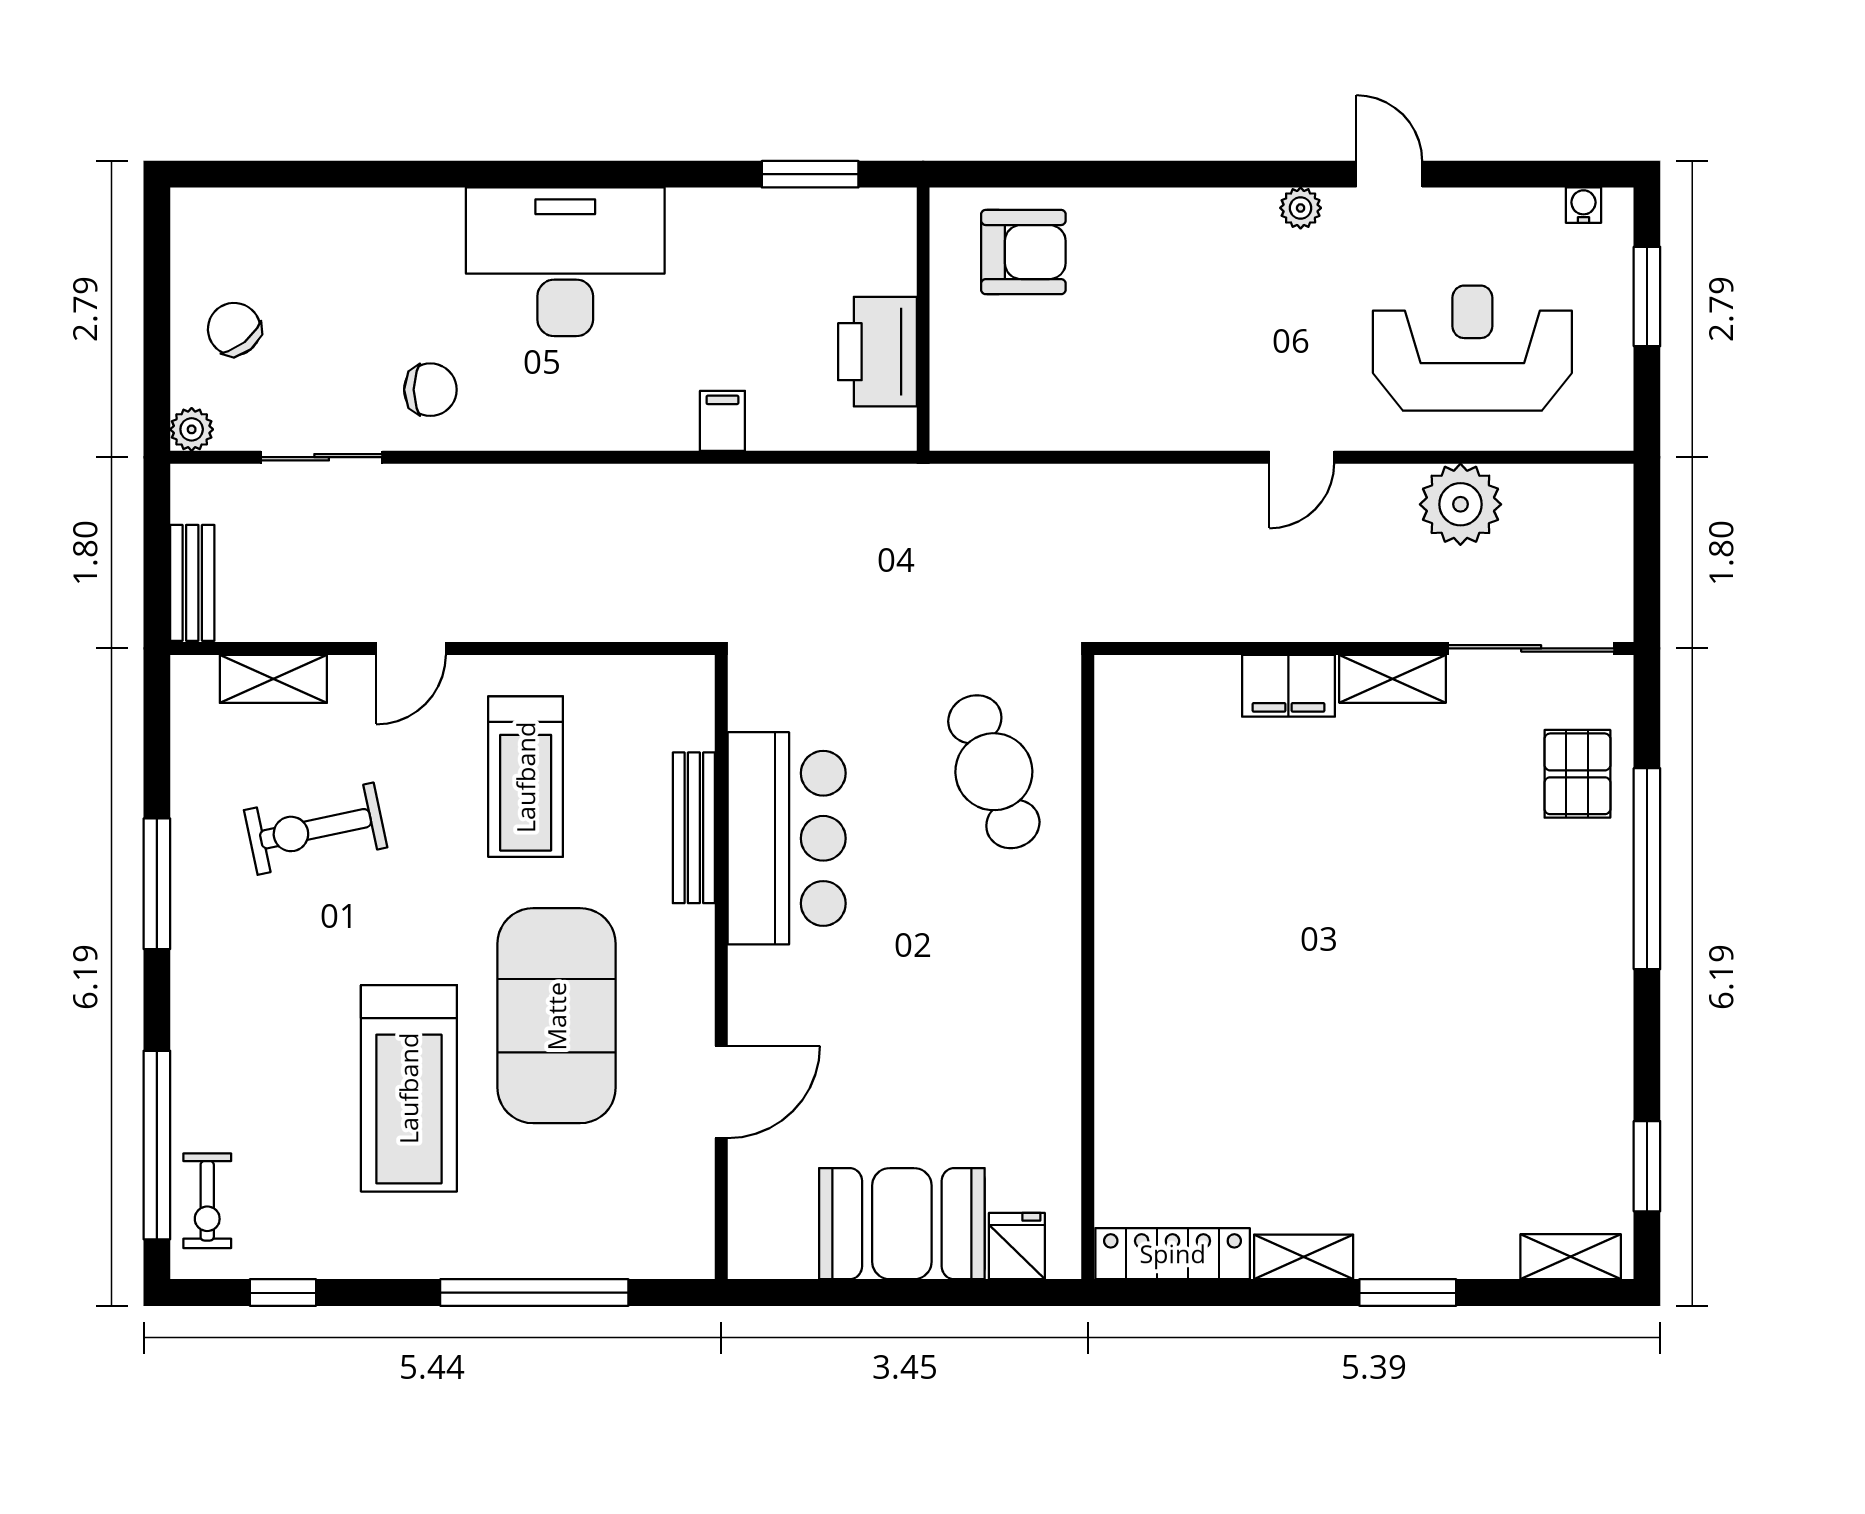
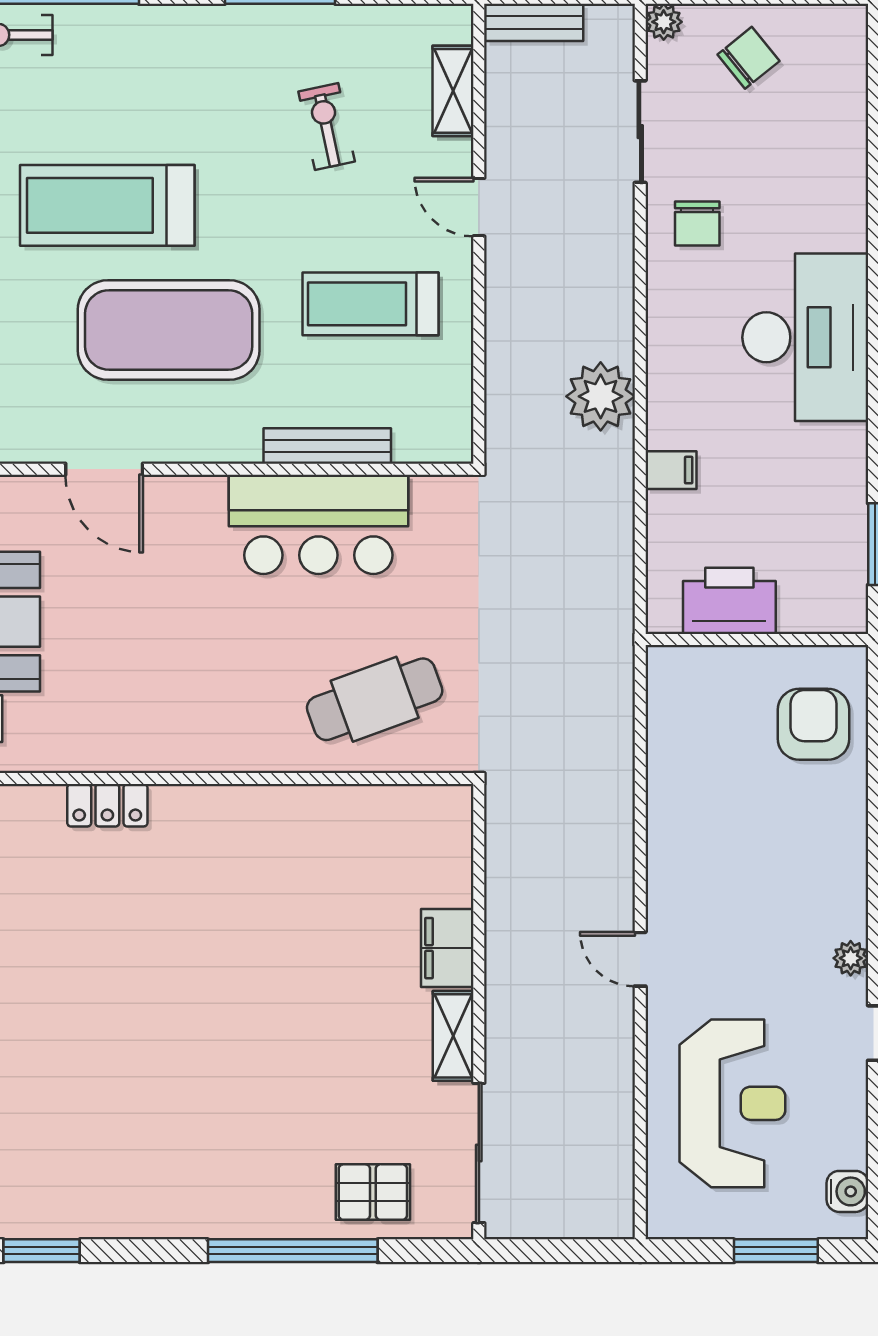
water cooler: (1583, 205) -> (847, 1191), width x1.38, depth x1.38
armchair: (1023, 252) -> (813, 724), turned 180
plant: (1460, 504) -> (601, 396), moved
exercise bike: (316, 829) -> (327, 127), width x0.73, depth x0.72
locker: (1119, 1088) -> (107, 805), added

